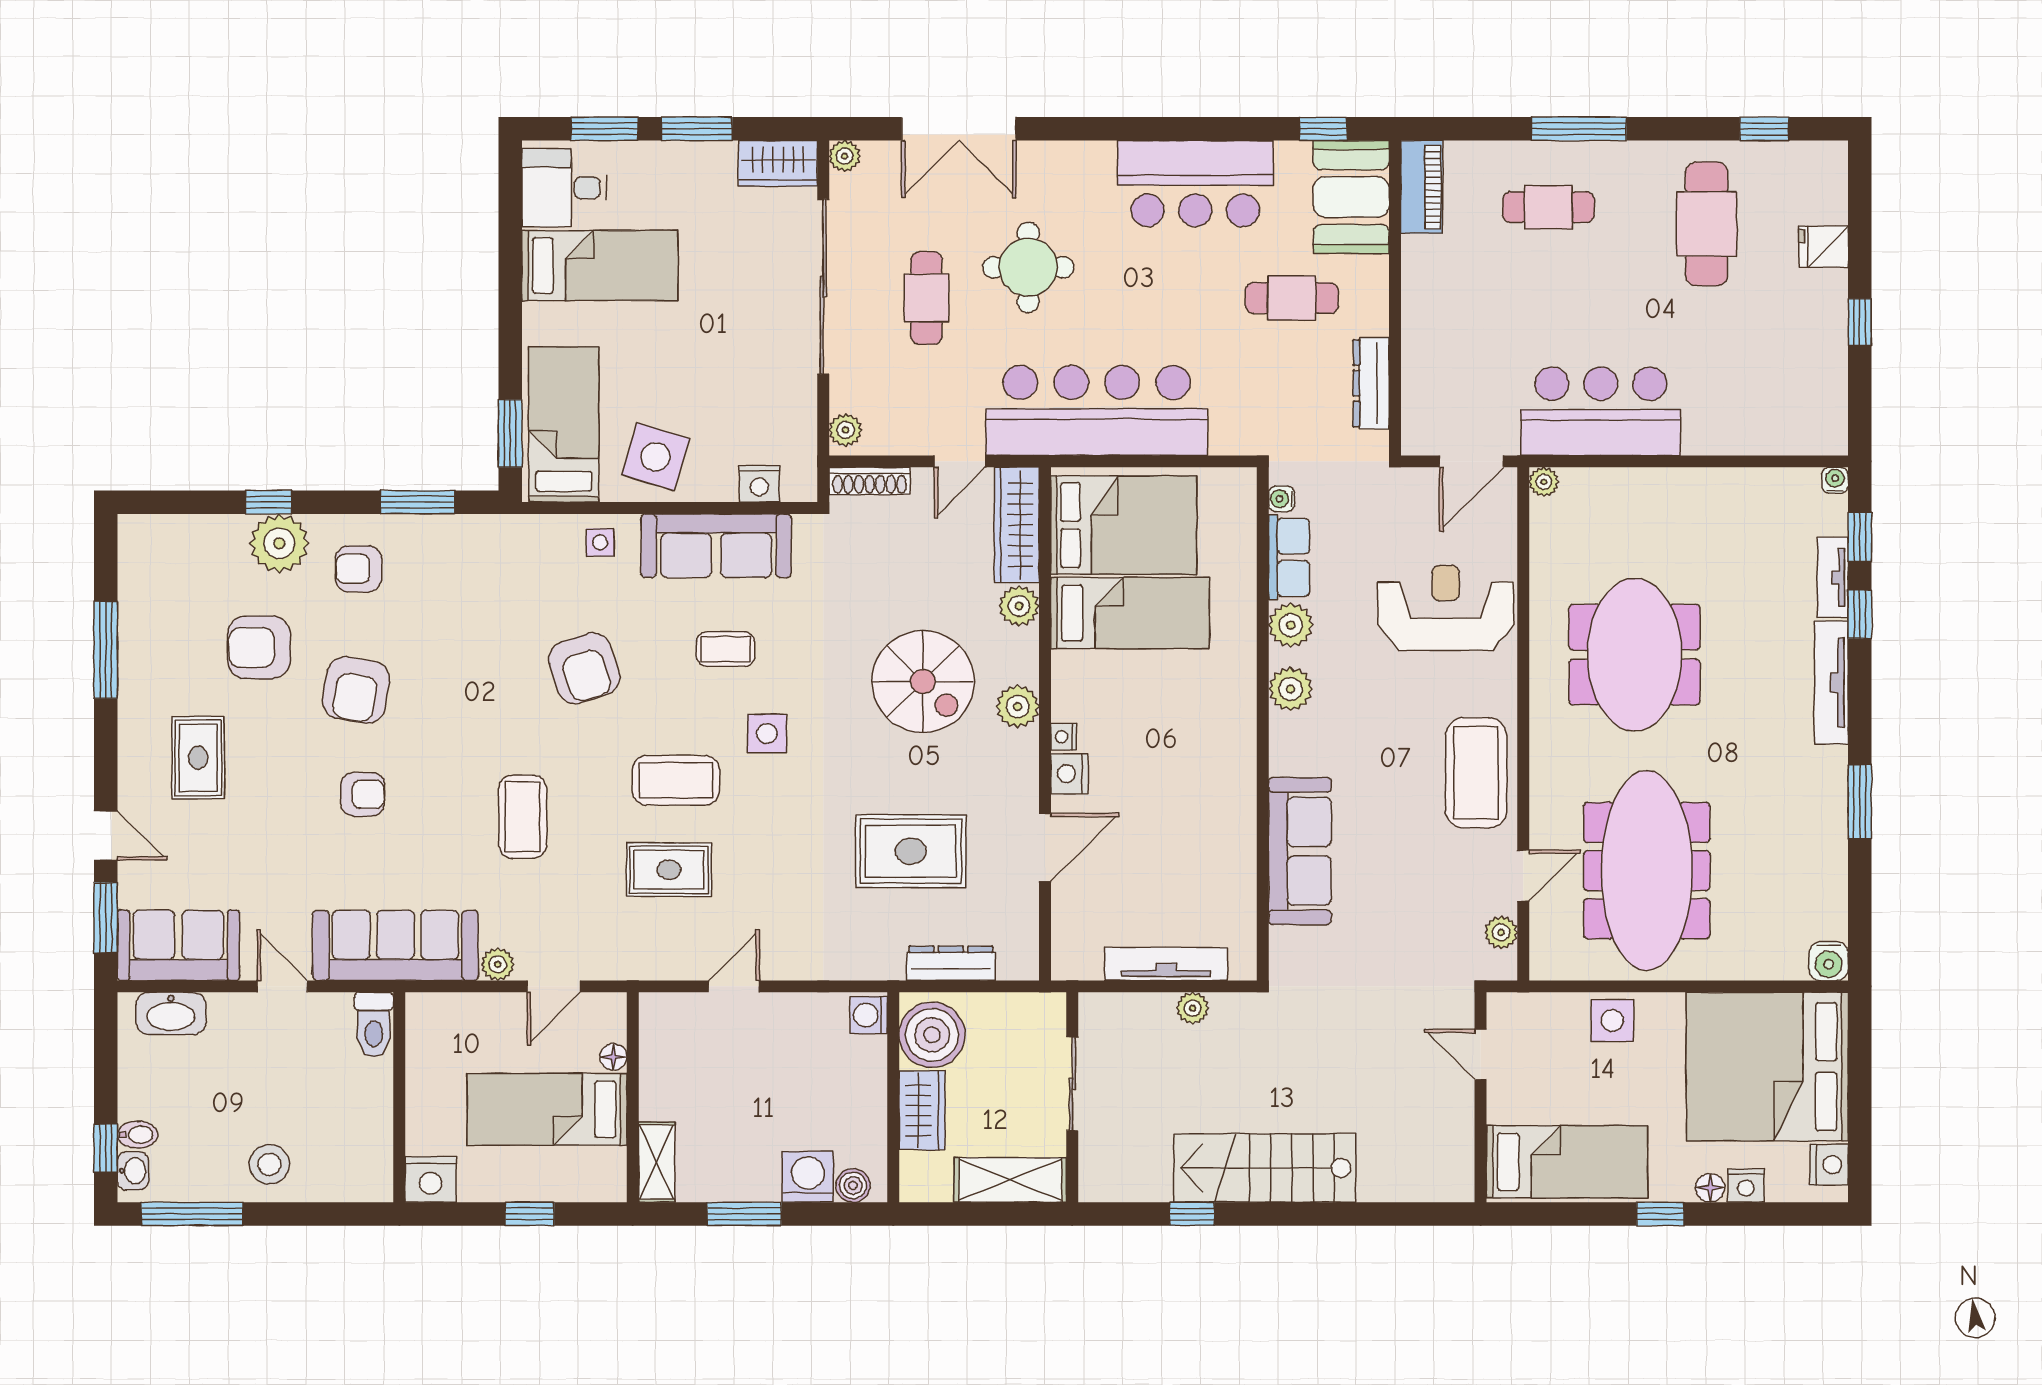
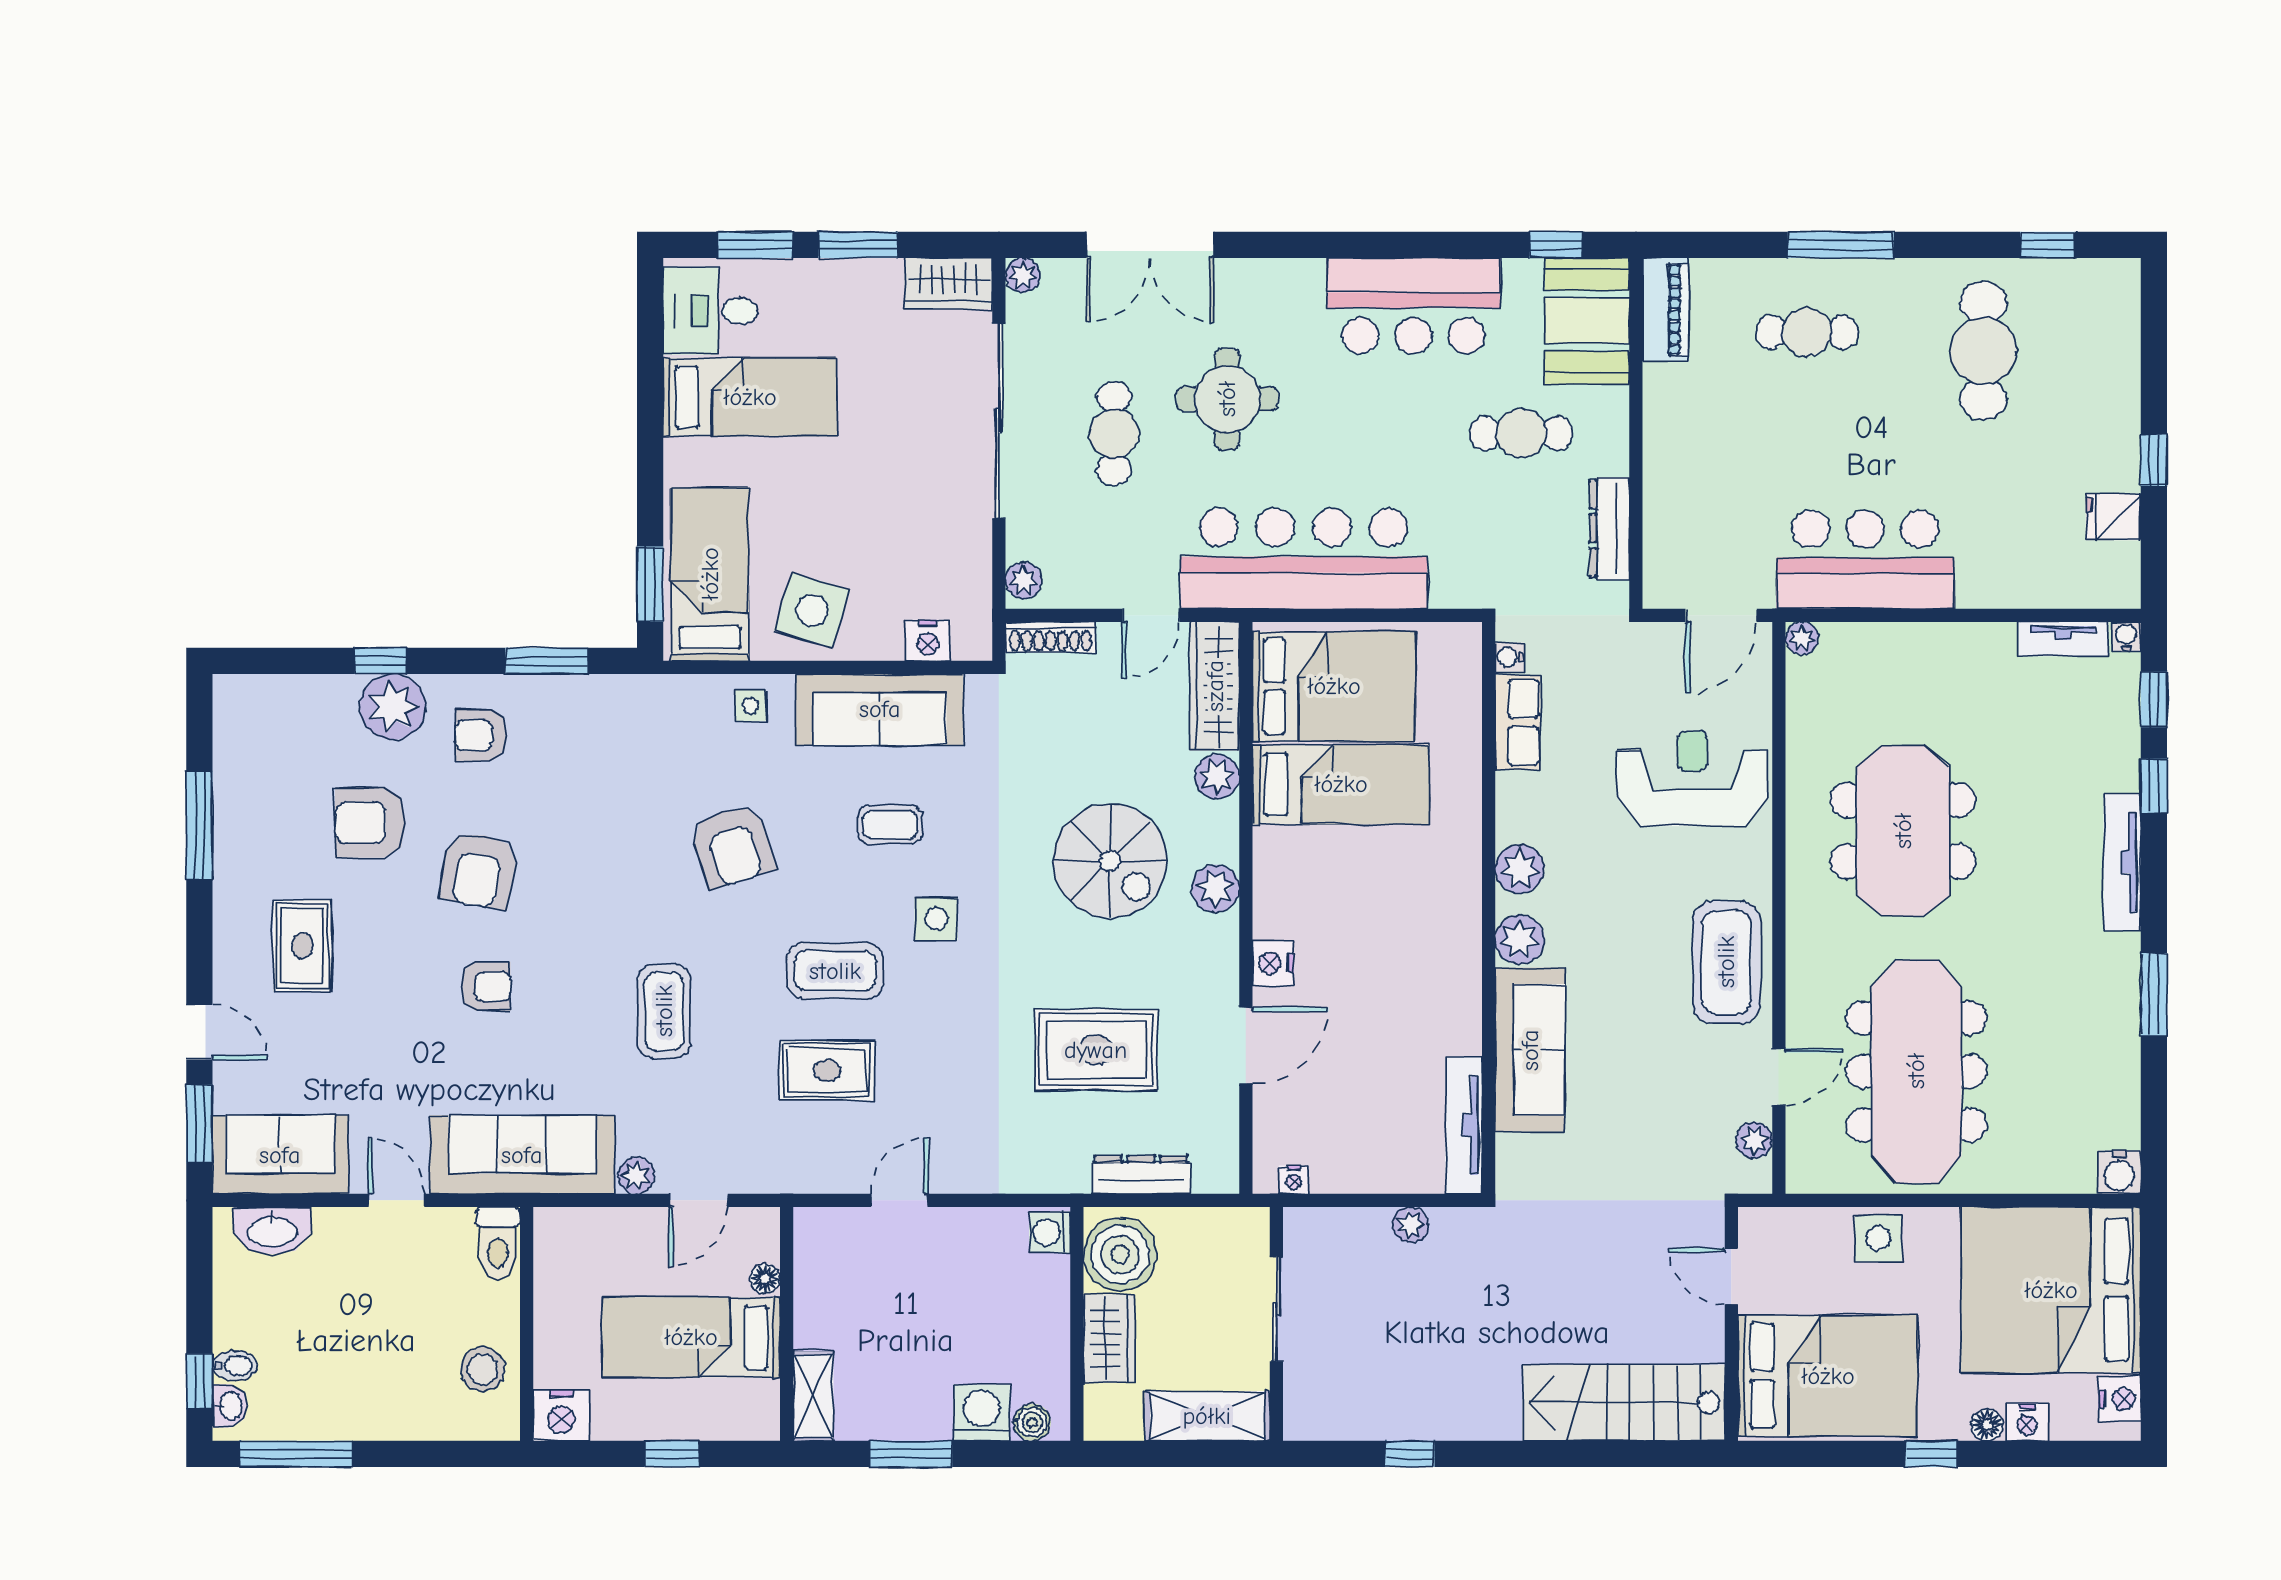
fridge: (1823, 247) -> (2113, 517), moved
tv unit: (1833, 578) -> (2063, 639), moved, turned -90
plant: (1291, 625) -> (1520, 940), moved
nightstand: (1064, 737) -> (1294, 1180), moved, turned -90
tv unit: (1166, 964) -> (1464, 1125), moved, turned -90
bed: (1567, 1162) -> (1828, 1376), width x1.50
stool: (269, 1164) -> (483, 1369), moved
stairs: (1265, 1168) -> (1624, 1403), moved

